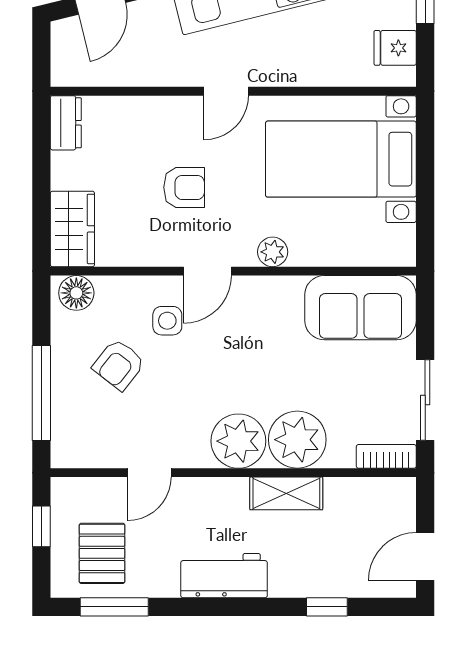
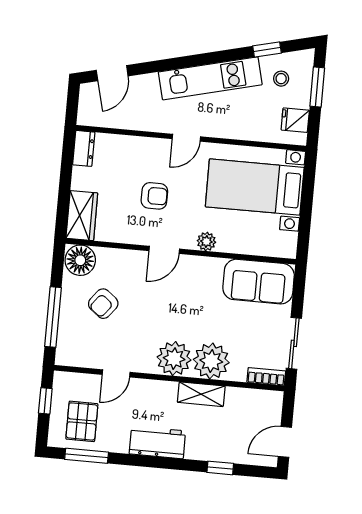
floor lamp: (76, 293) -> (80, 260), width x1.38, depth x1.38
side table: (167, 321) -> (136, 279), removed

